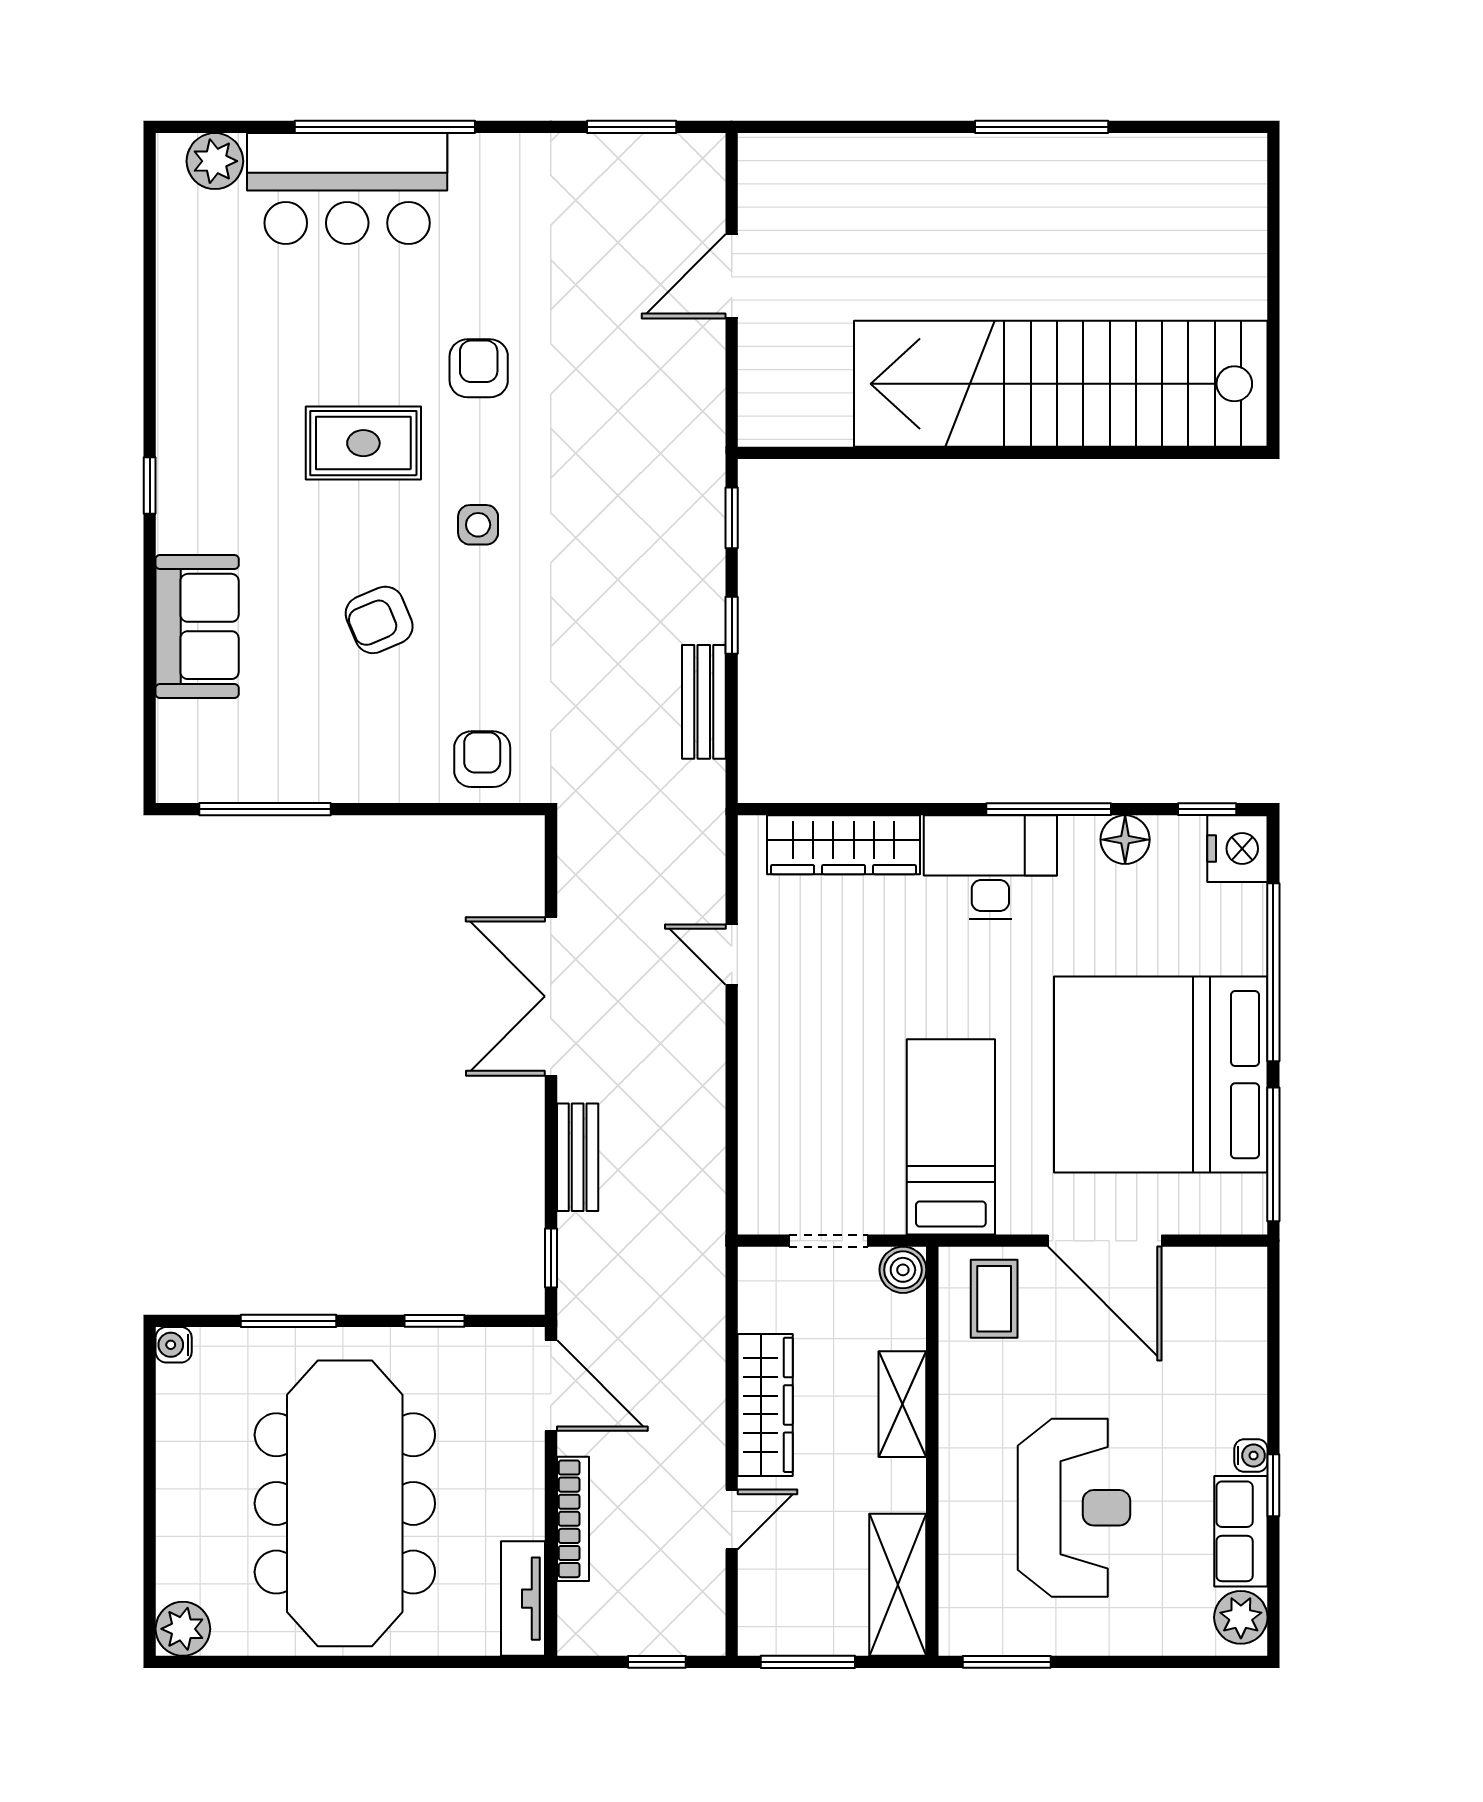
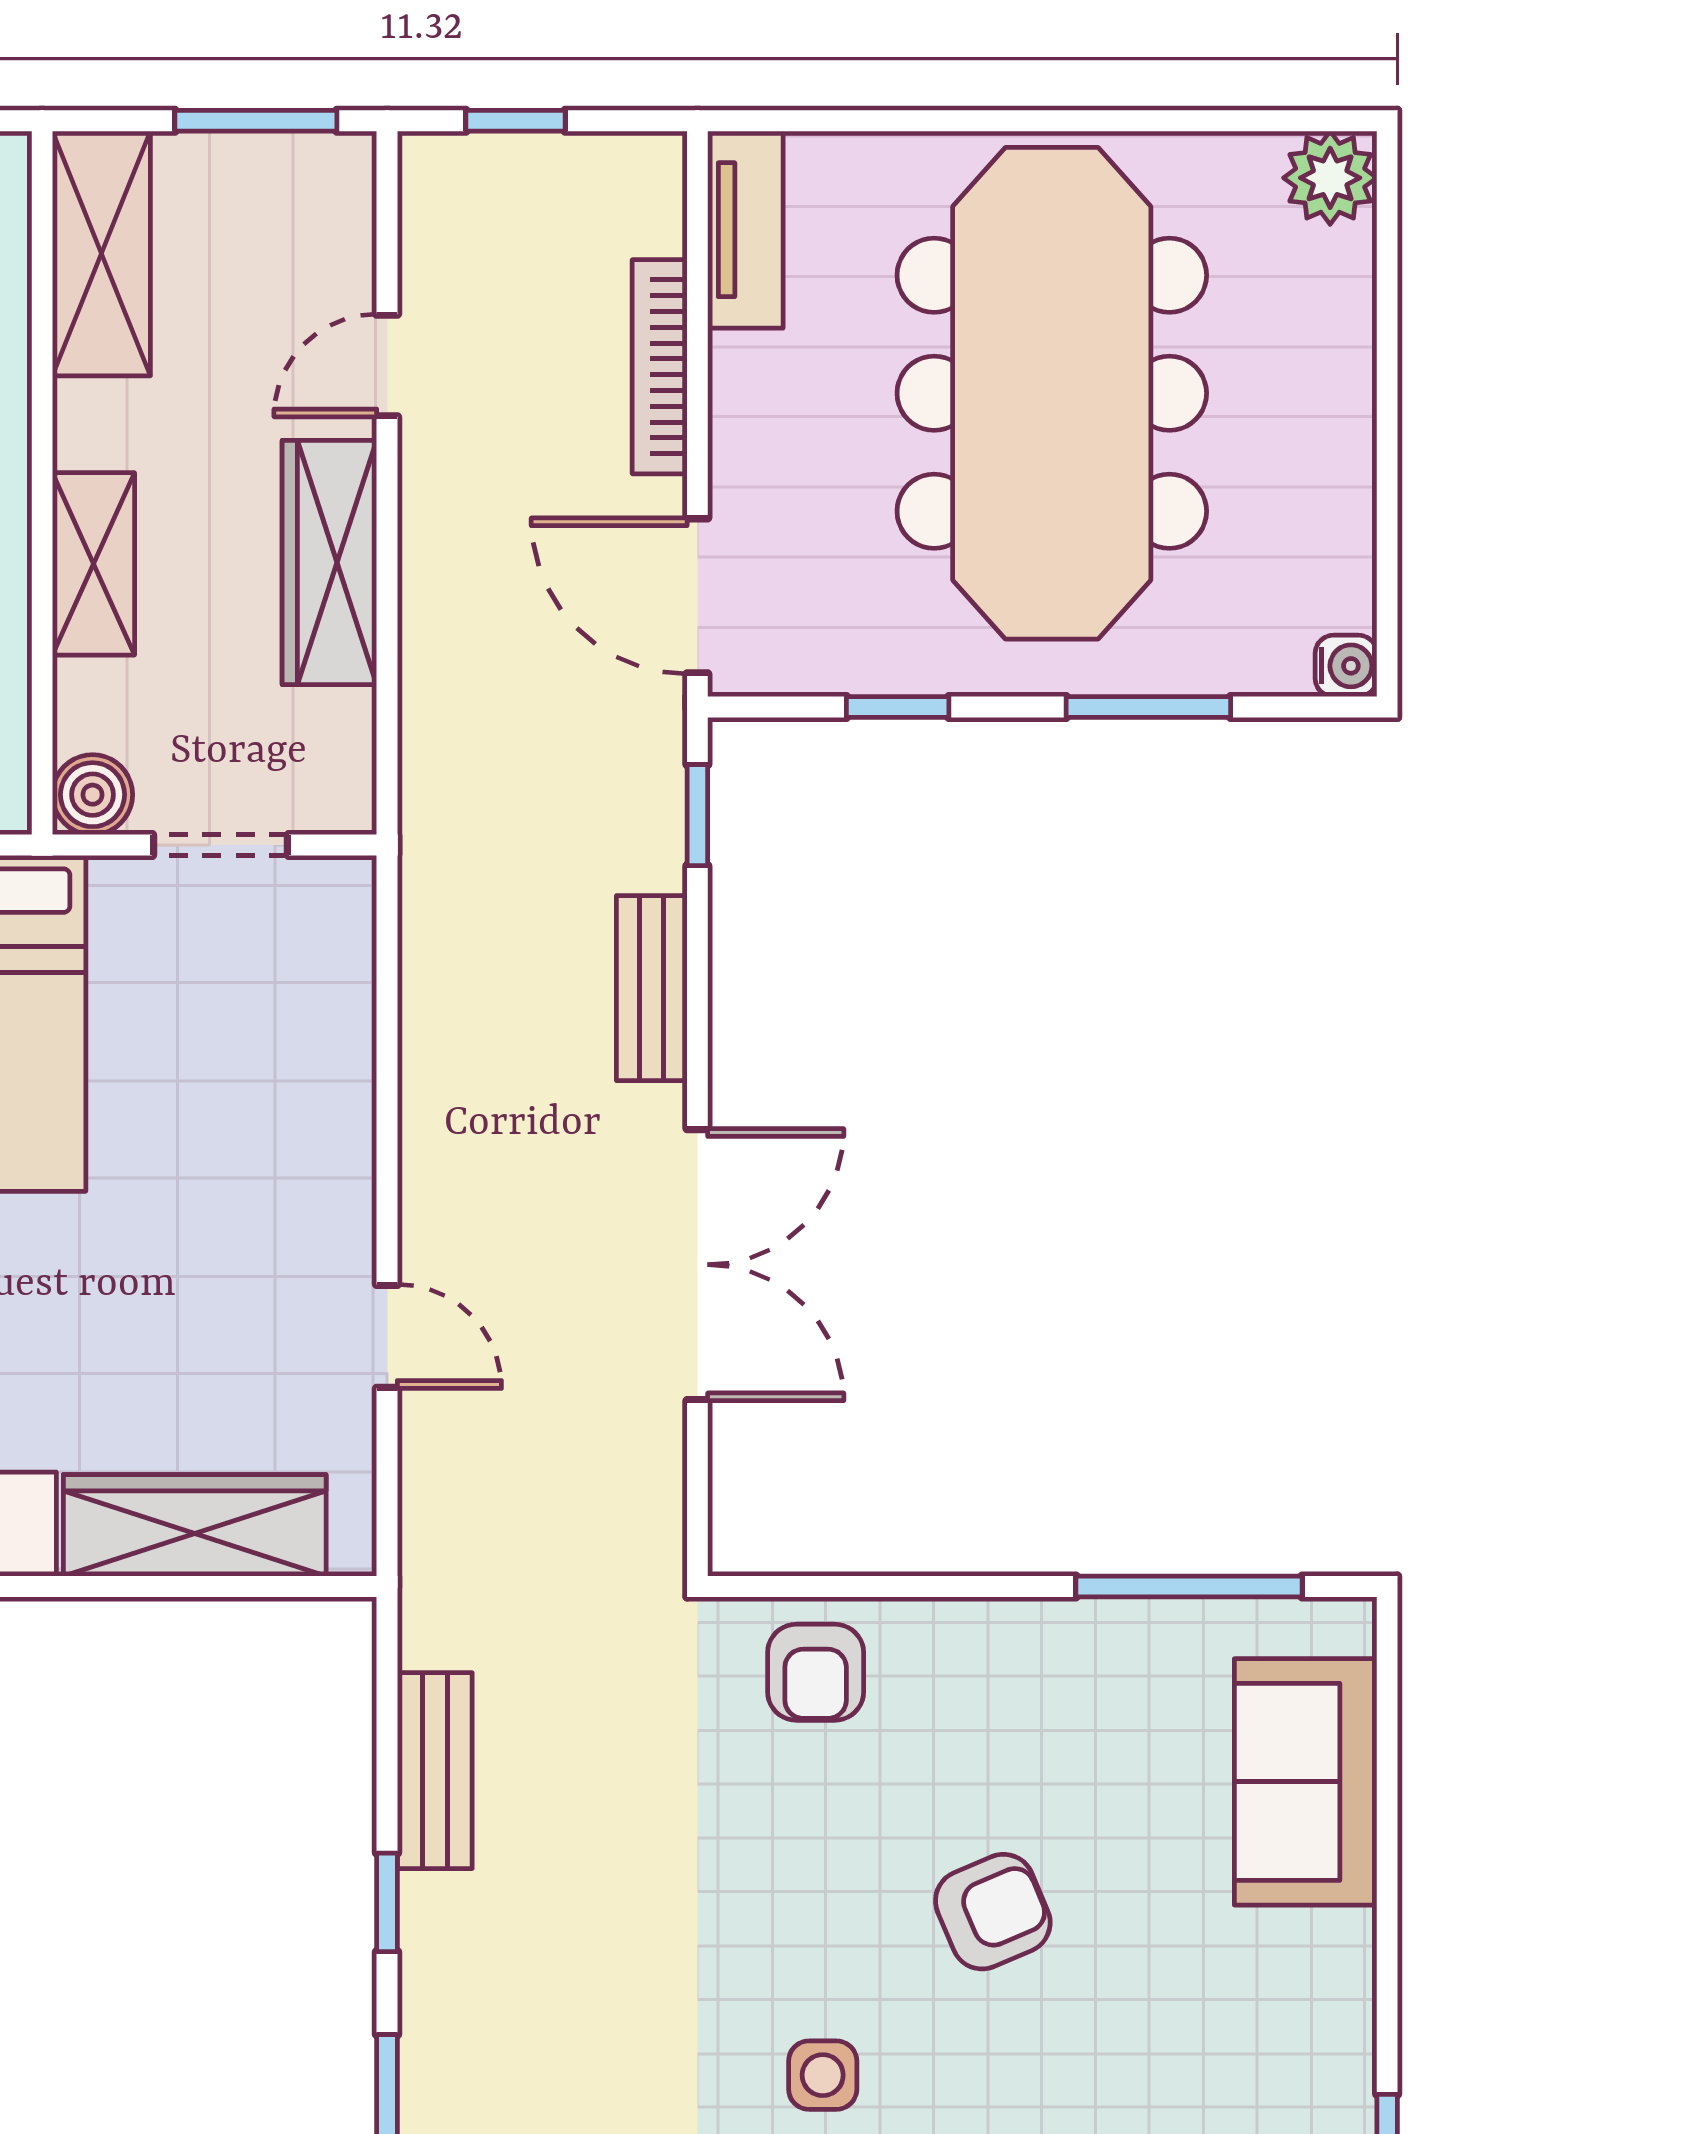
sofa: (197, 626) -> (1306, 1782), moved

